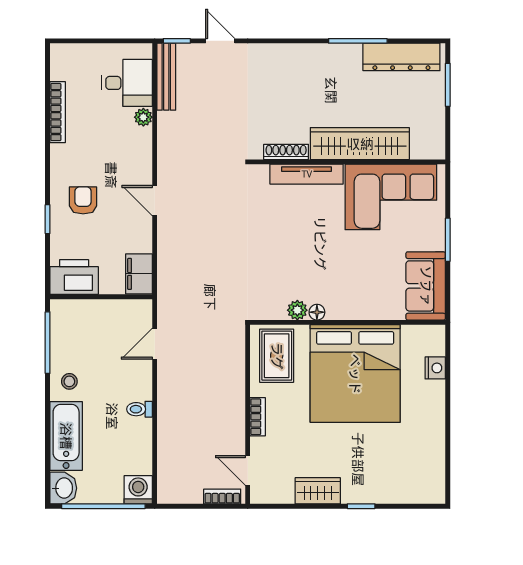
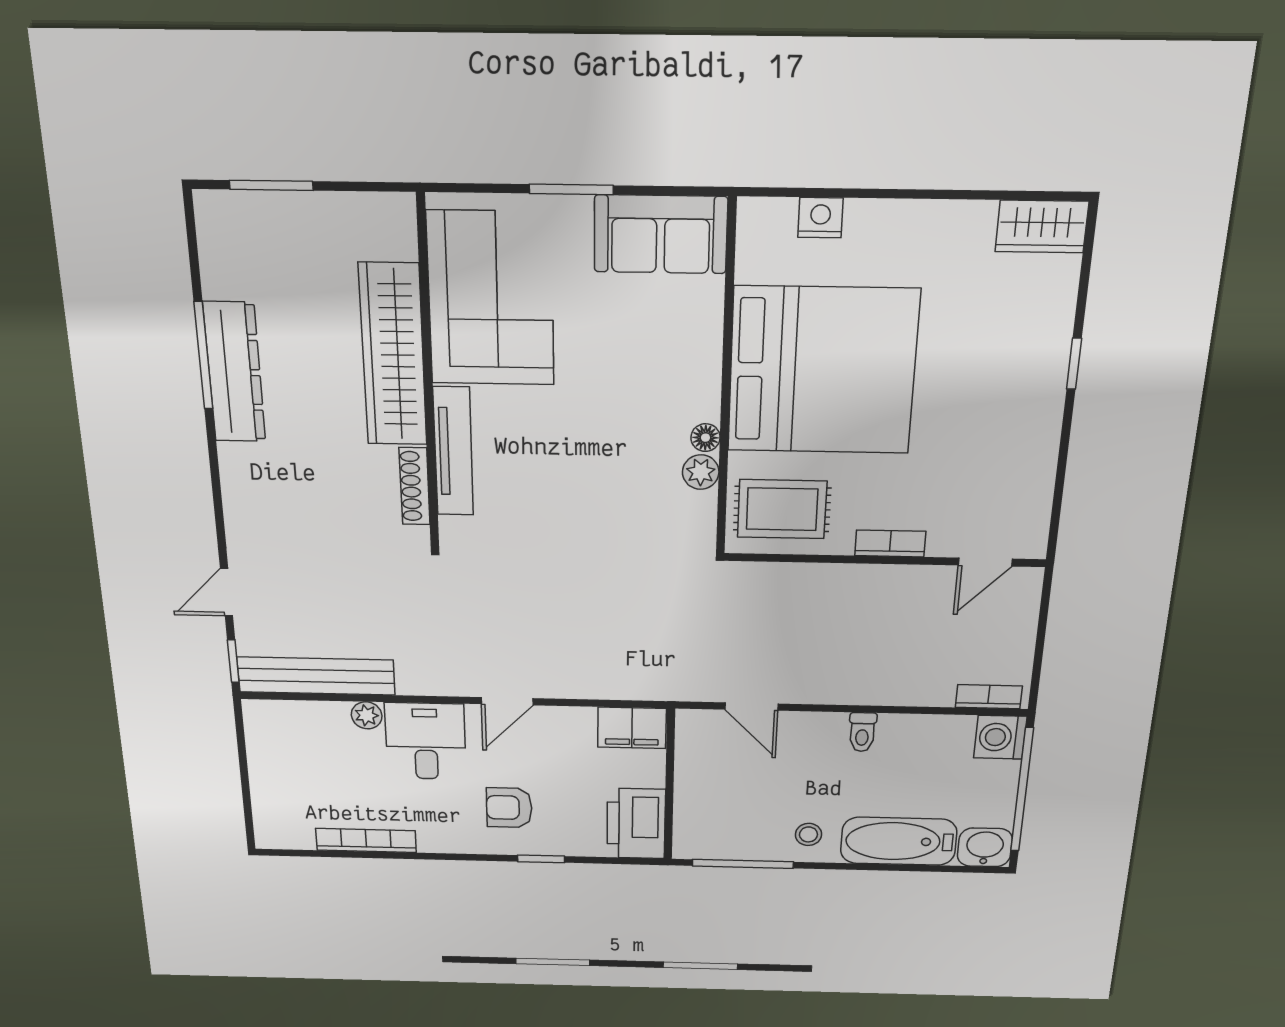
dresser: (401, 57) -> (234, 372), moved
bench: (166, 77) -> (316, 676), width x1.37, depth x1.21
desk: (127, 83) -> (426, 741), moved
wardrobe: (318, 491) -> (1042, 227), moved, turned -90
bookcase: (222, 496) -> (989, 697), moved, turned 90

